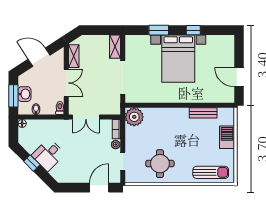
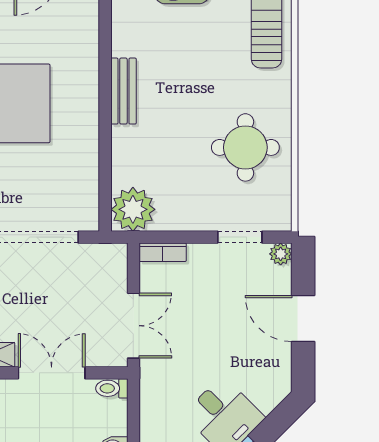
bench: (203, 113) -> (123, 91), moved
plant: (116, 145) -> (281, 254), moved
door: (99, 188) -> (303, 318), moved

